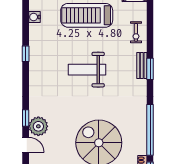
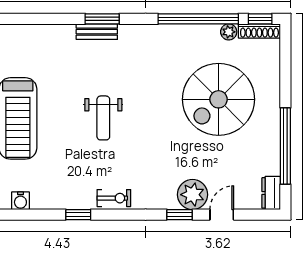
exercise bike: (136, 32) -> (114, 198), moved
weight bench: (87, 70) -> (103, 118), width x0.73, depth x0.75
plant: (142, 149) -> (229, 32), added

